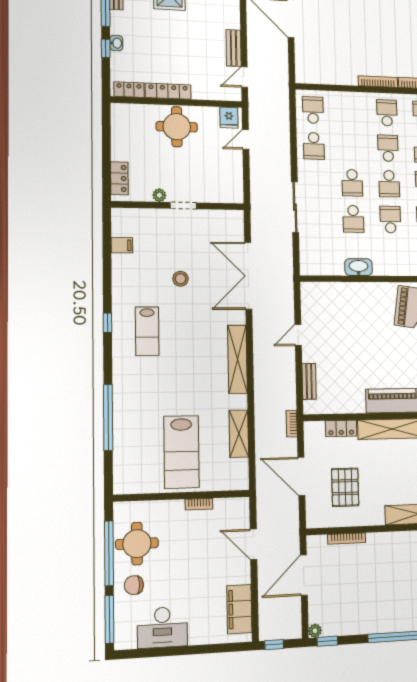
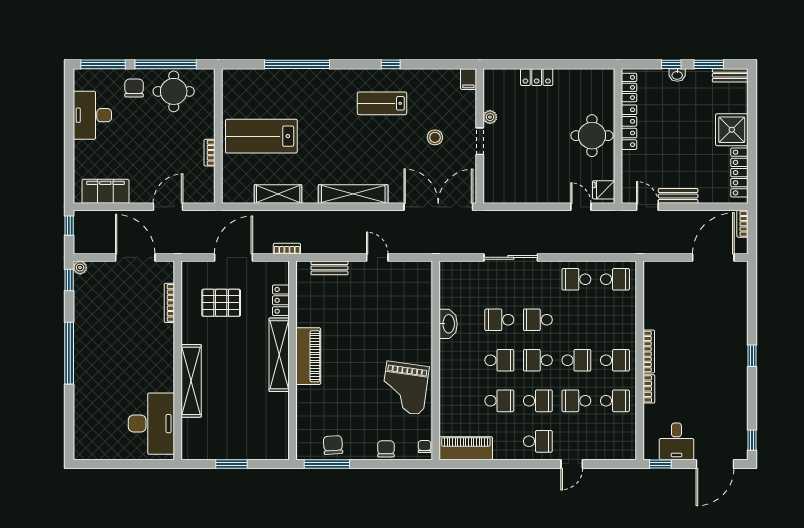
plant: (159, 195) -> (490, 117), moved
wall: (178, 206) -> (480, 136), moved
doorway: (183, 206) -> (480, 141), moved

